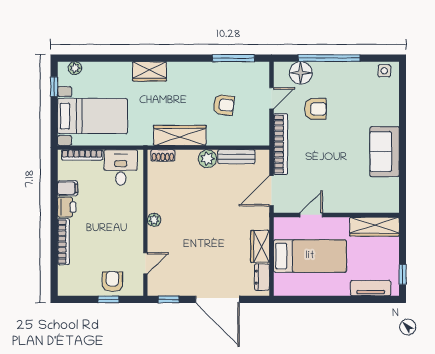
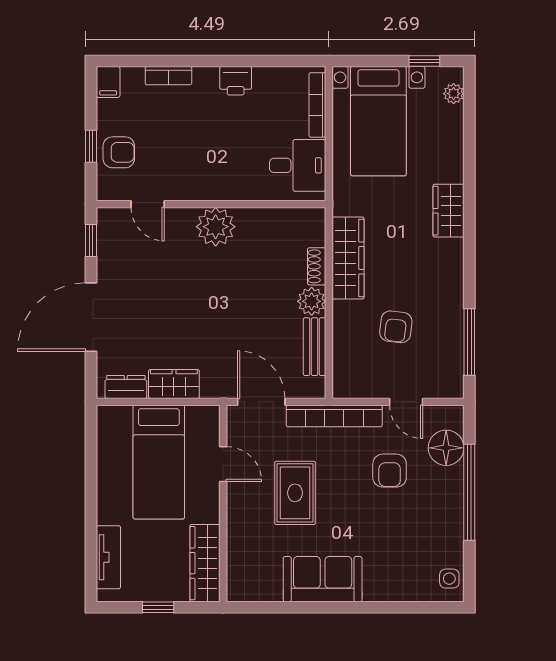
shoe rack: (163, 155) -> (317, 266), moved
rug: (330, 169) -> (295, 493), added
filing cabinet: (68, 188) -> (108, 82), moved
plant: (154, 220) -> (216, 227), width x1.88, depth x1.88
bookcase: (63, 242) -> (168, 76), width x0.64
window: (403, 274) -> (158, 607), moved

